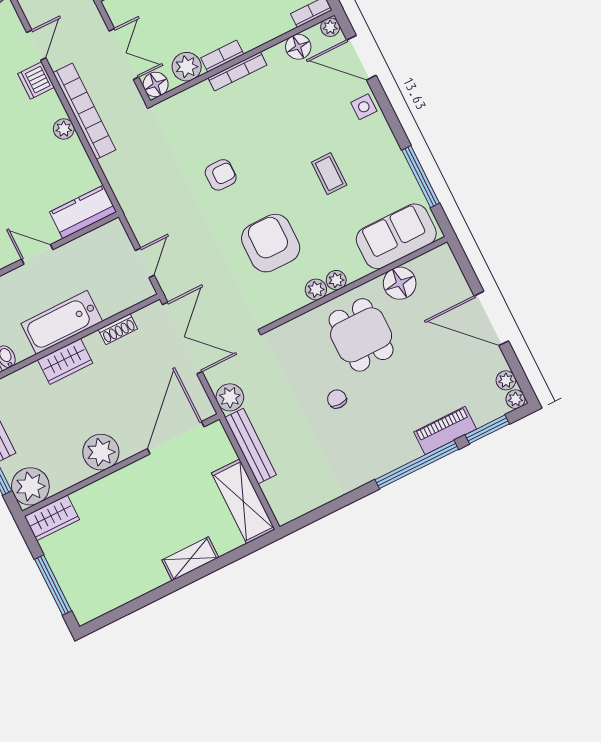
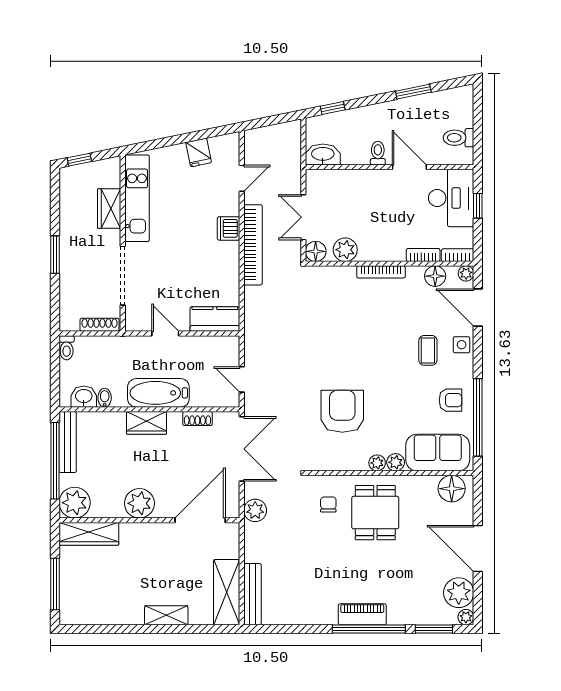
double door: (124, 54) -> (303, 217), swing flipped
bookcase: (222, 56) -> (423, 255), moved
dishwasher: (36, 81) -> (229, 228), moved
plant: (64, 129) -> (231, 250), removed
coffee table: (329, 174) -> (428, 350), moved
armchair: (221, 175) -> (450, 400), moved
window: (421, 177) -> (478, 417), width x1.46
door: (145, 263) -> (242, 379), swing flipped
floor lamp: (400, 283) -> (452, 489), moved
plant: (316, 289) -> (396, 462), moved
plant: (506, 380) -> (459, 593), width x1.87, depth x1.87
chair: (337, 399) -> (328, 504), moved
piano: (445, 430) -> (362, 614), moved
bench: (251, 446) -> (252, 594), moved
wardrobe: (52, 518) -> (89, 534), width x1.50

